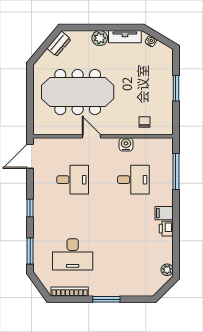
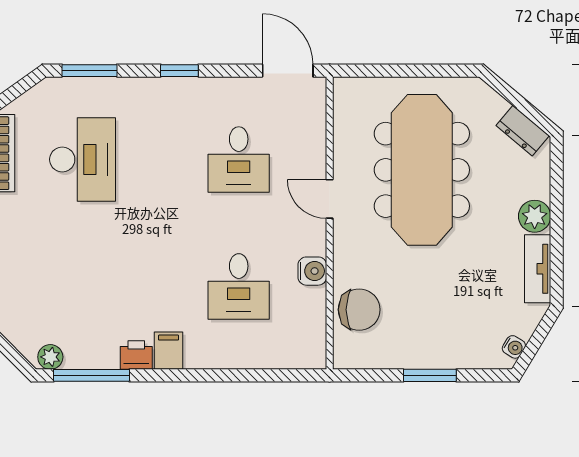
water cooler: (151, 41) -> (514, 347), moved
chair: (144, 122) -> (359, 310), width x1.87, depth x1.87
door: (92, 136) -> (330, 199), swing flipped
window: (176, 171) -> (92, 375), moved
desk: (73, 254) -> (83, 159), turned 180

